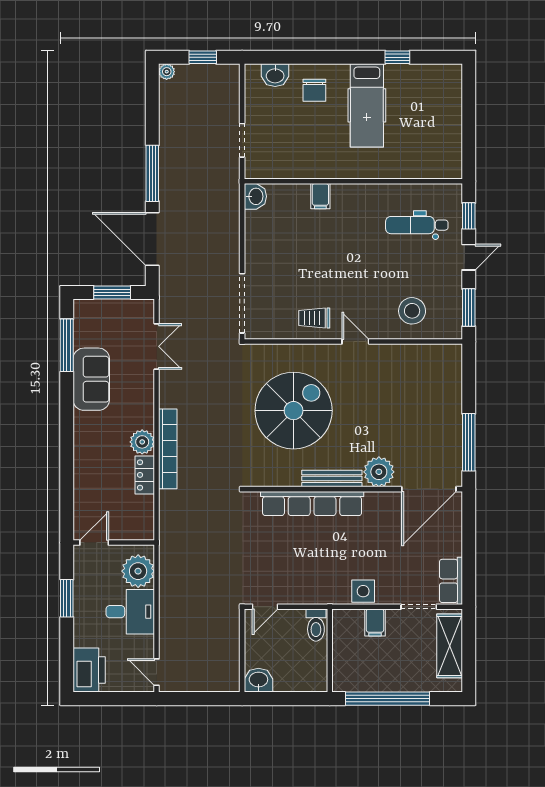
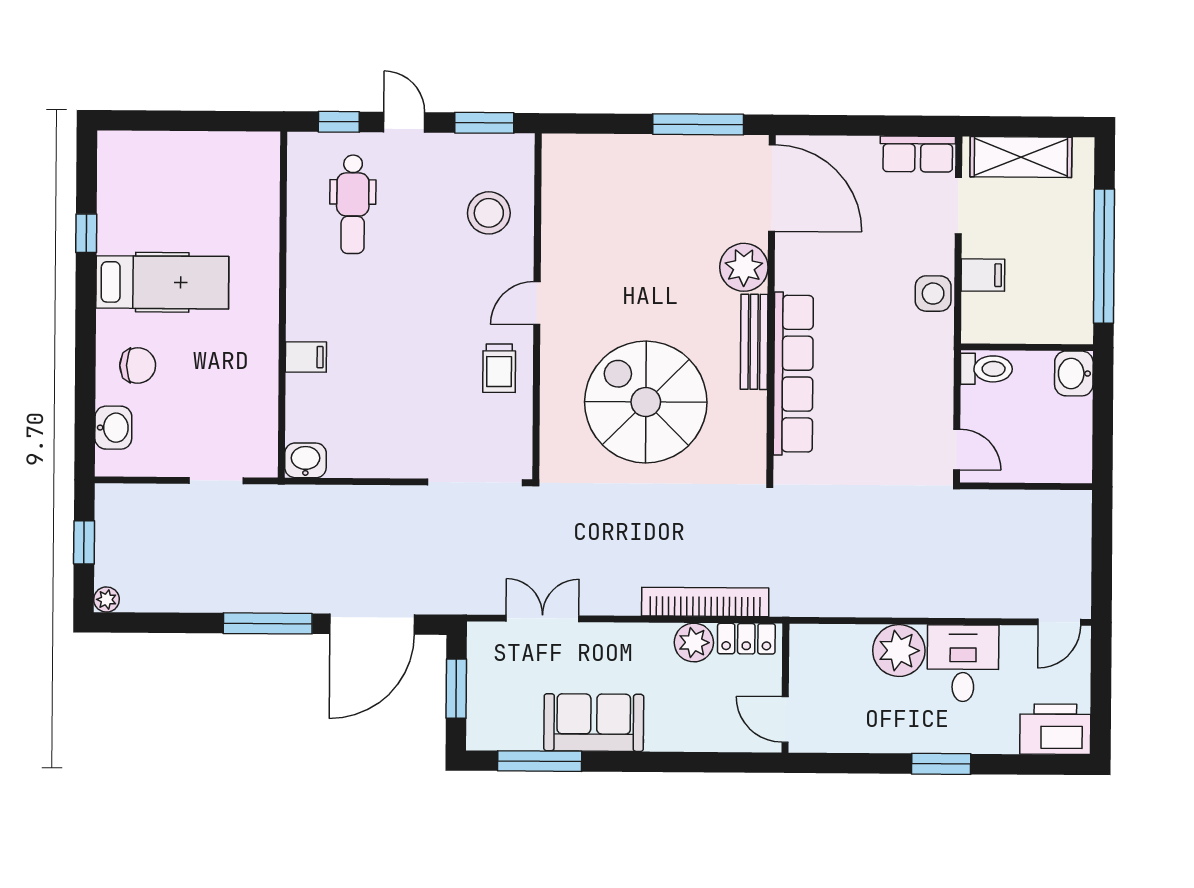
door: (94, 543) -> (785, 719), moved
wall: (114, 543) -> (785, 688), moved
washbasin: (258, 680) -> (1074, 373), moved

